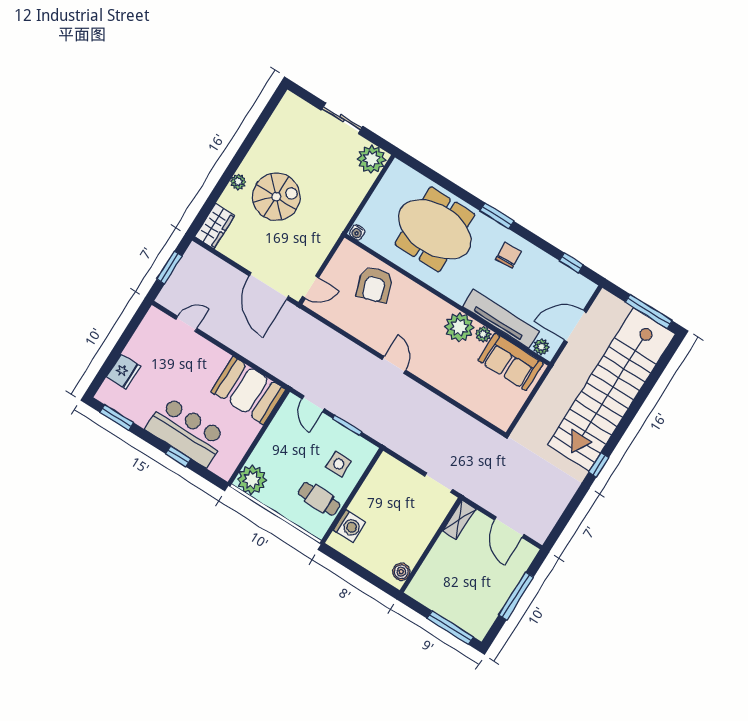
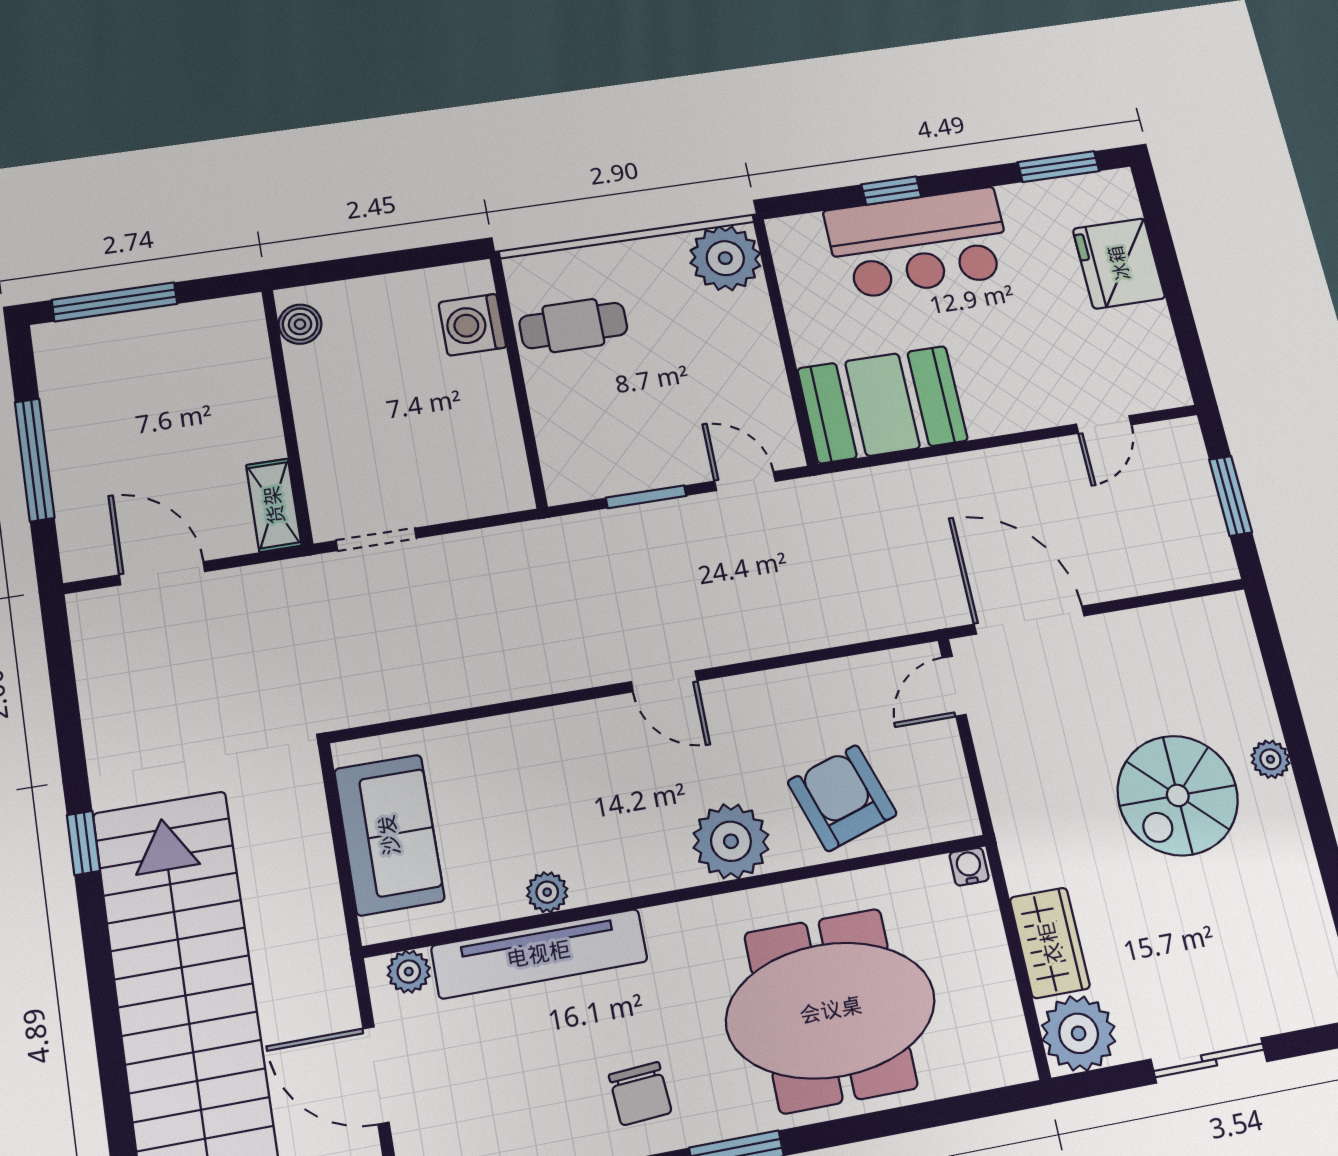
wardrobe: (215, 226) -> (1050, 943), moved, turned 180
door: (575, 326) -> (376, 1075), swing flipped
plant: (459, 327) -> (731, 841), moved
sofa: (511, 362) -> (389, 835), moved, turned 90
fridge: (123, 372) -> (1119, 263), width x1.36, depth x1.34
side table: (339, 464) -> (596, 416), removed

